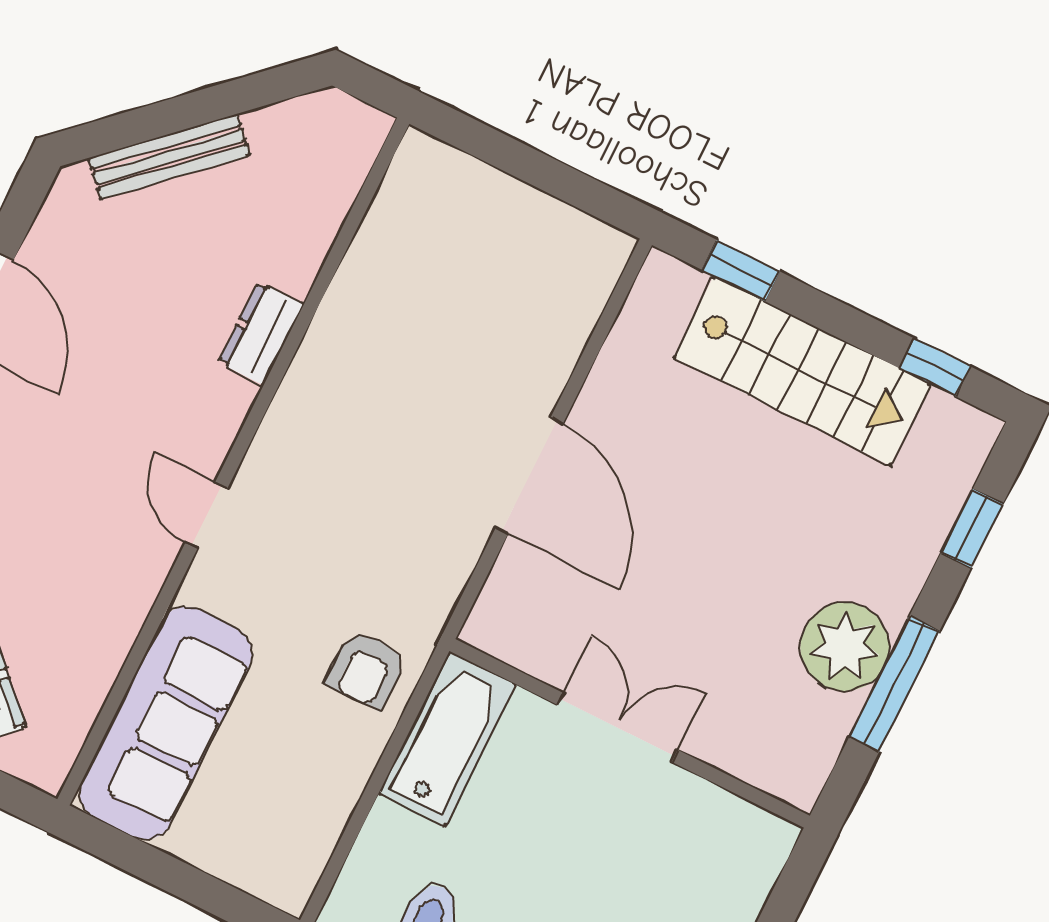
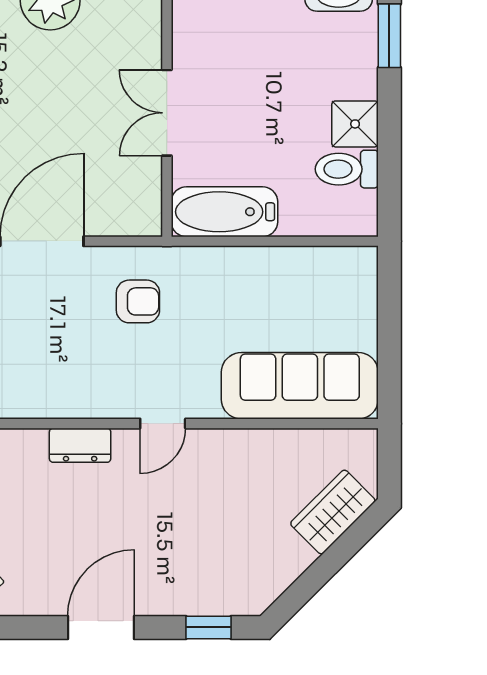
dresser: (261, 333) -> (80, 445), moved
armchair: (367, 669) -> (138, 301), moved

